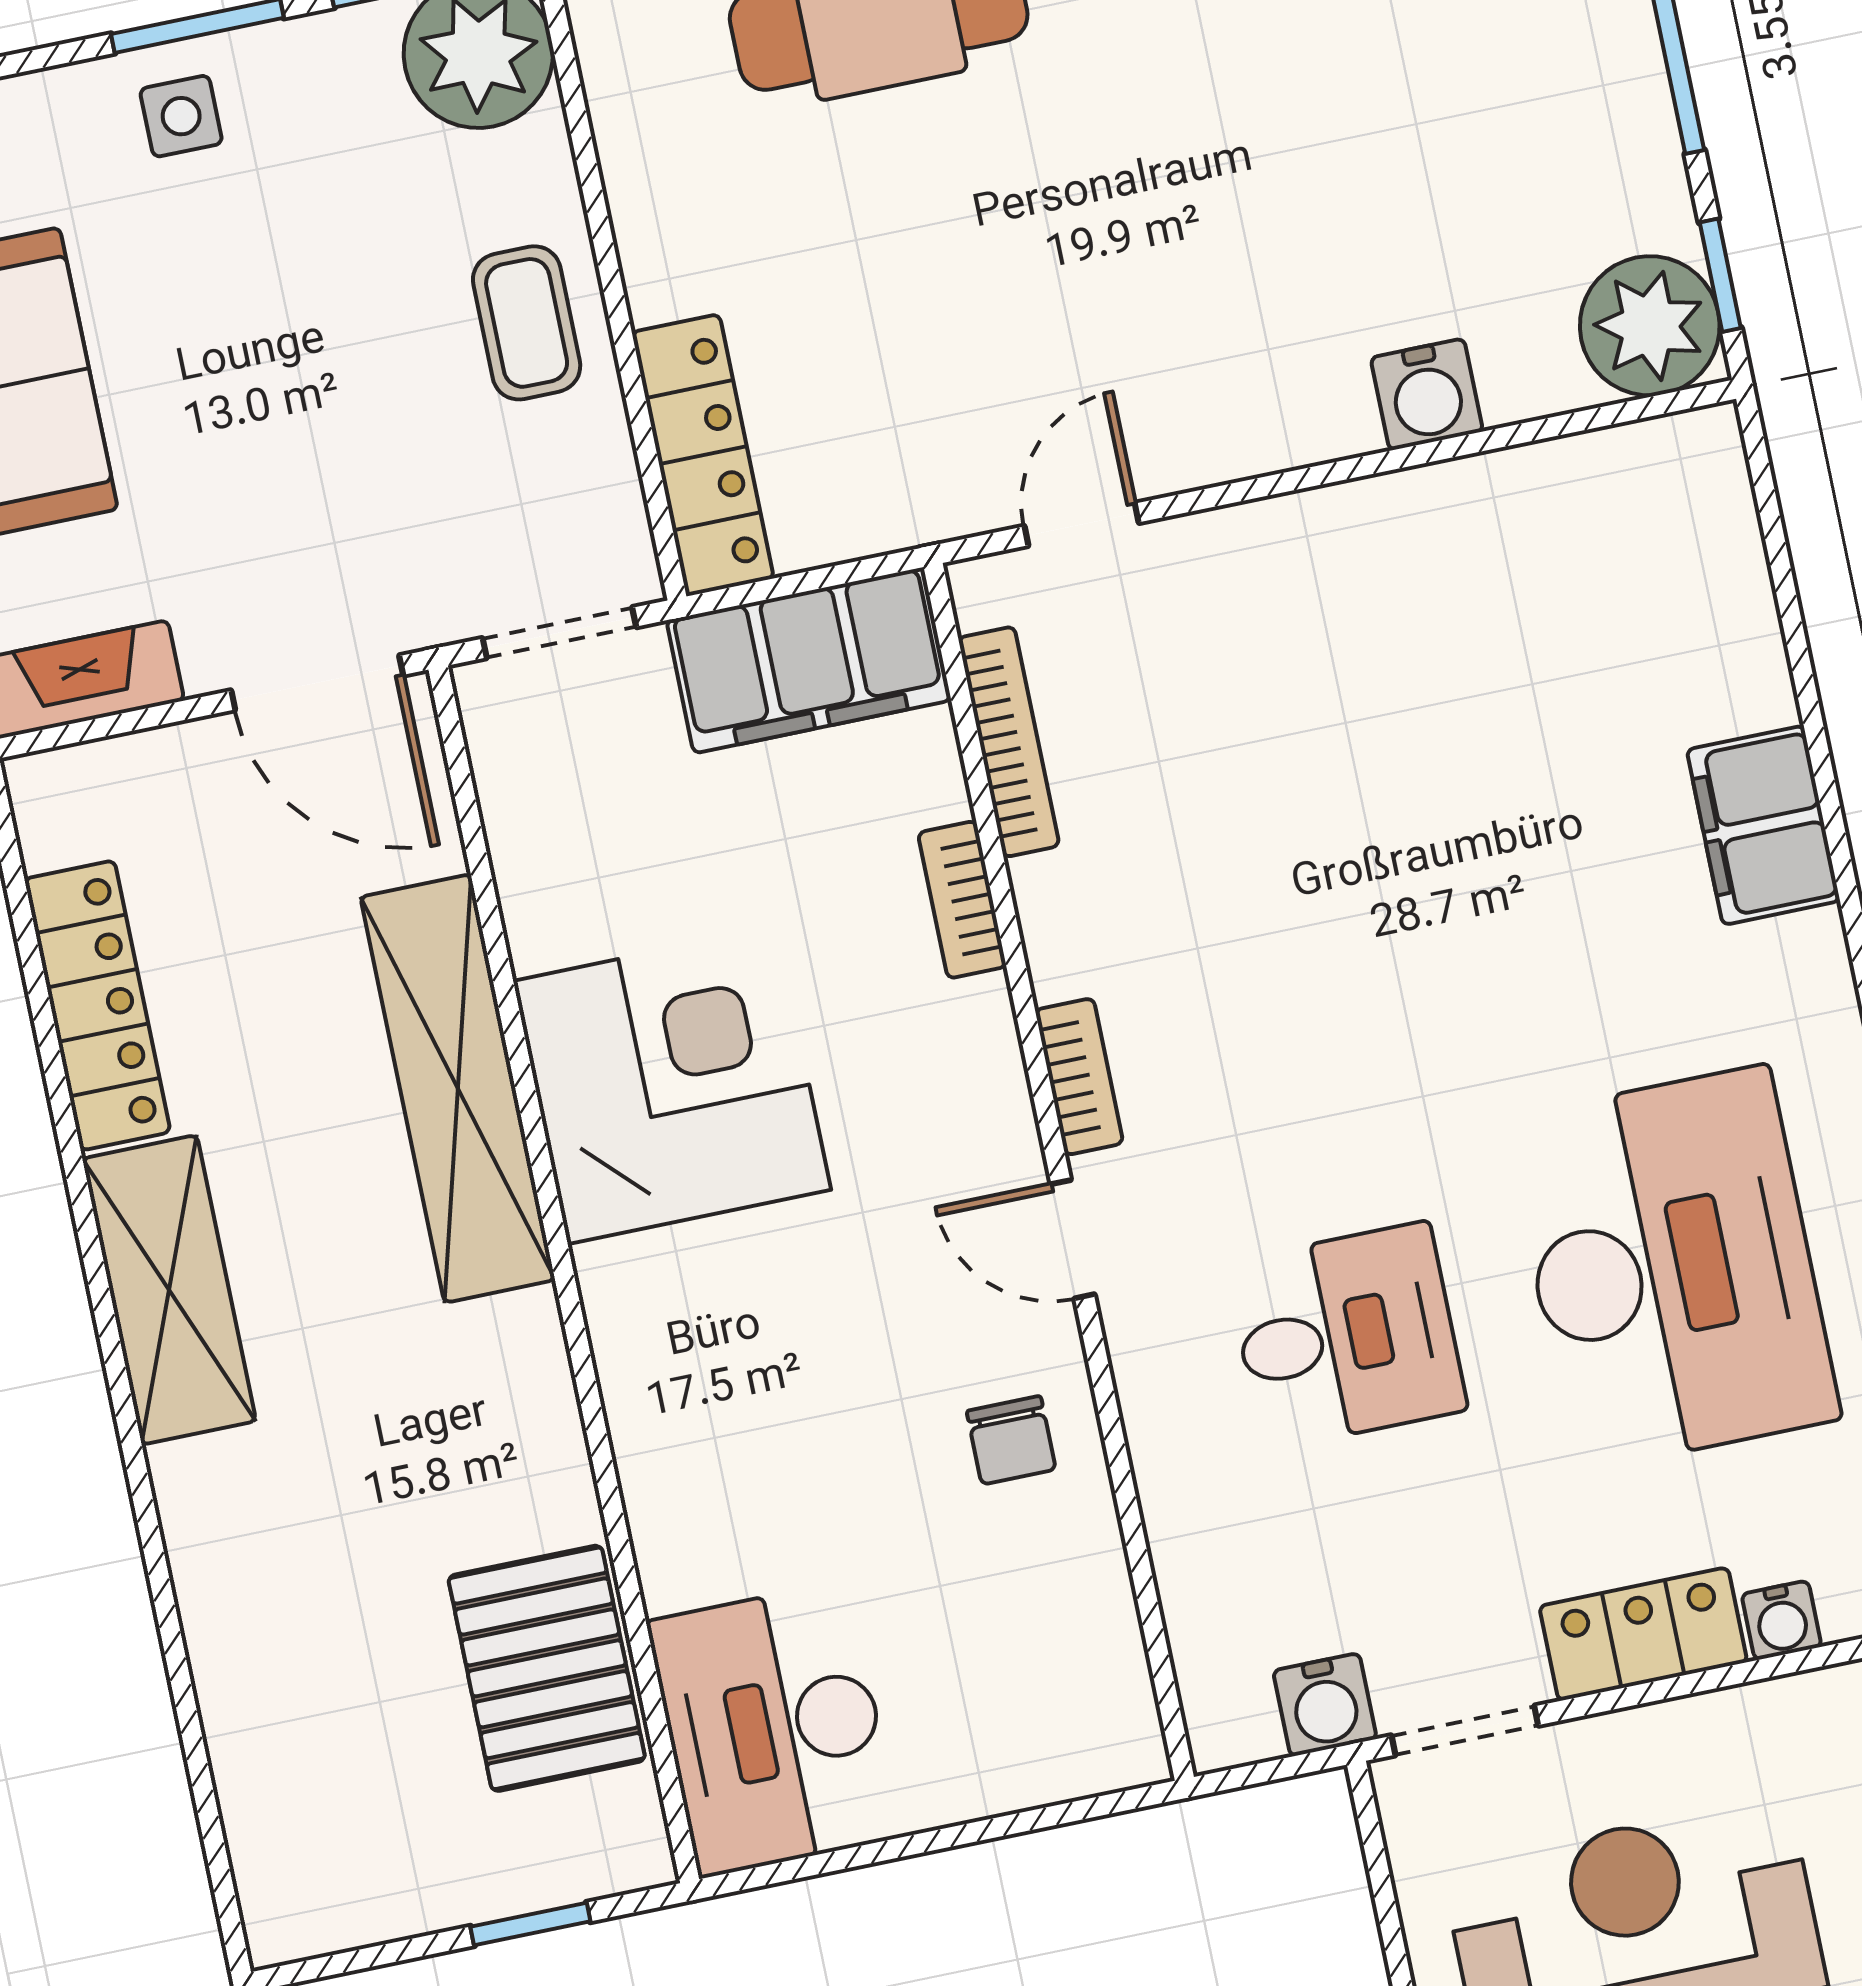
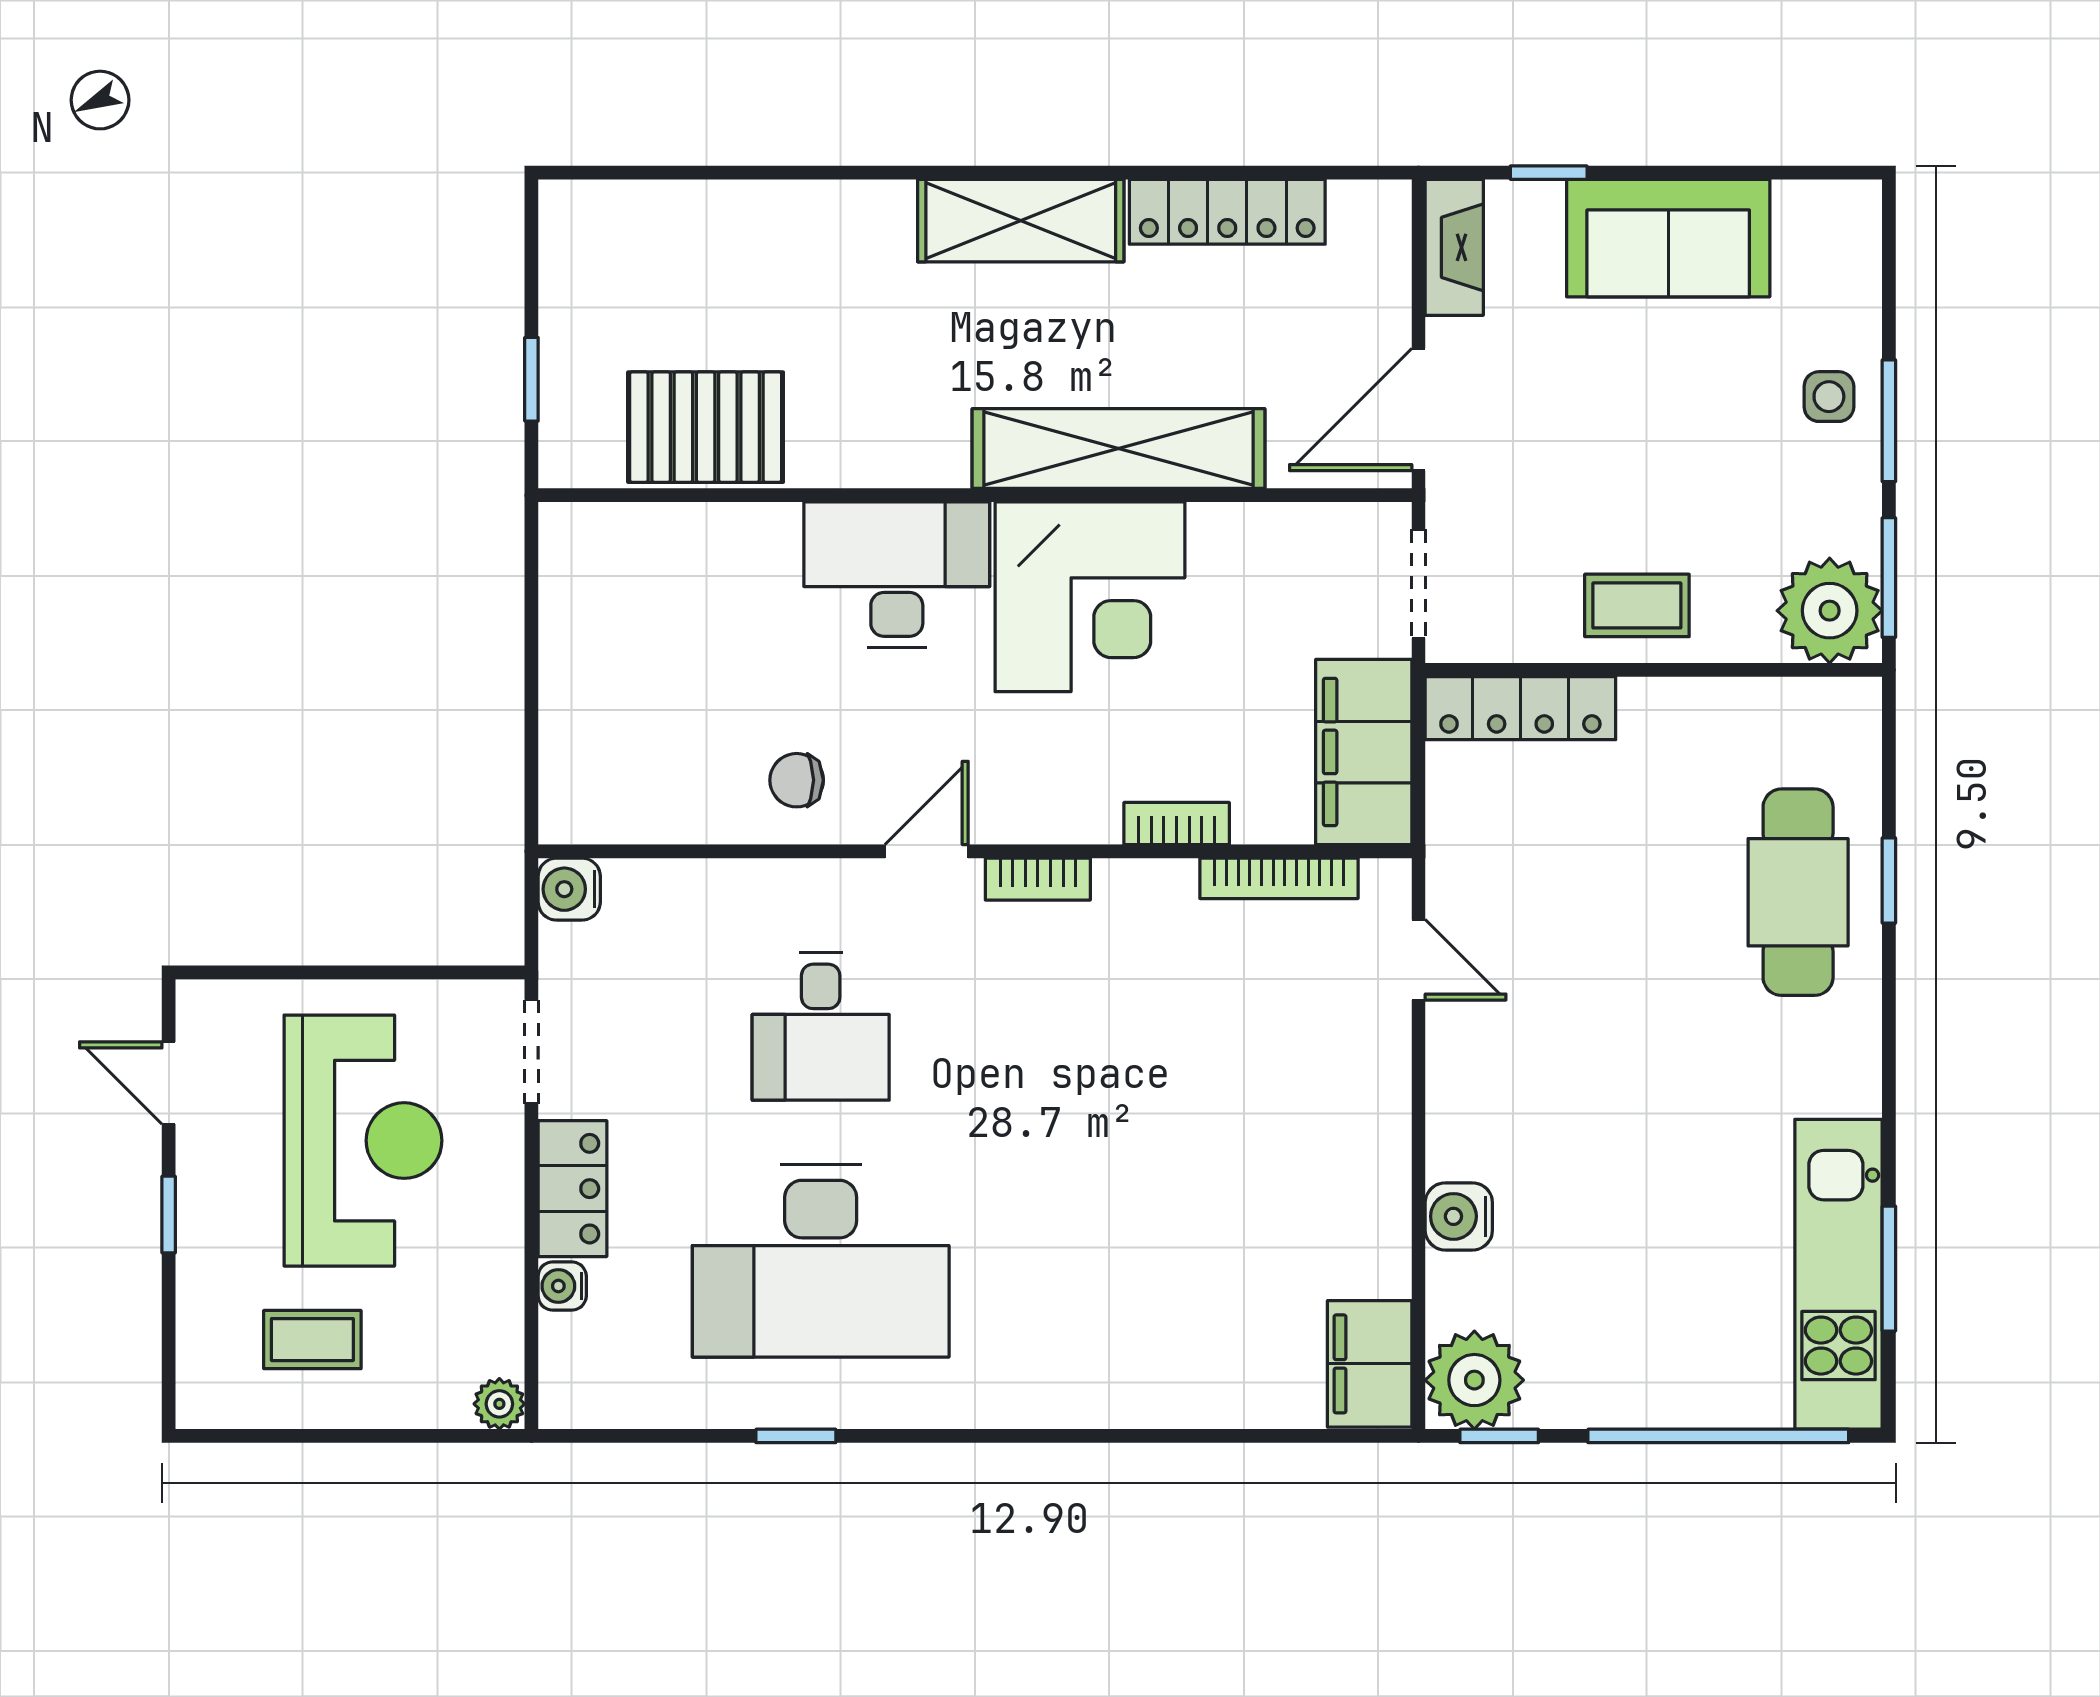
filing cabinet: (1763, 825) -> (1370, 1364), moved, turned -90
water cooler: (1325, 1705) -> (569, 889), moved
desk: (774, 1729) -> (897, 575), moved

